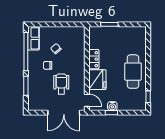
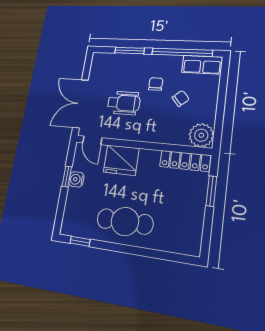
plant: (78, 34) -> (201, 135), added
locker: (94, 59) -> (185, 161), moved, width x1.53
door: (87, 100) -> (92, 140), hinge flipped

